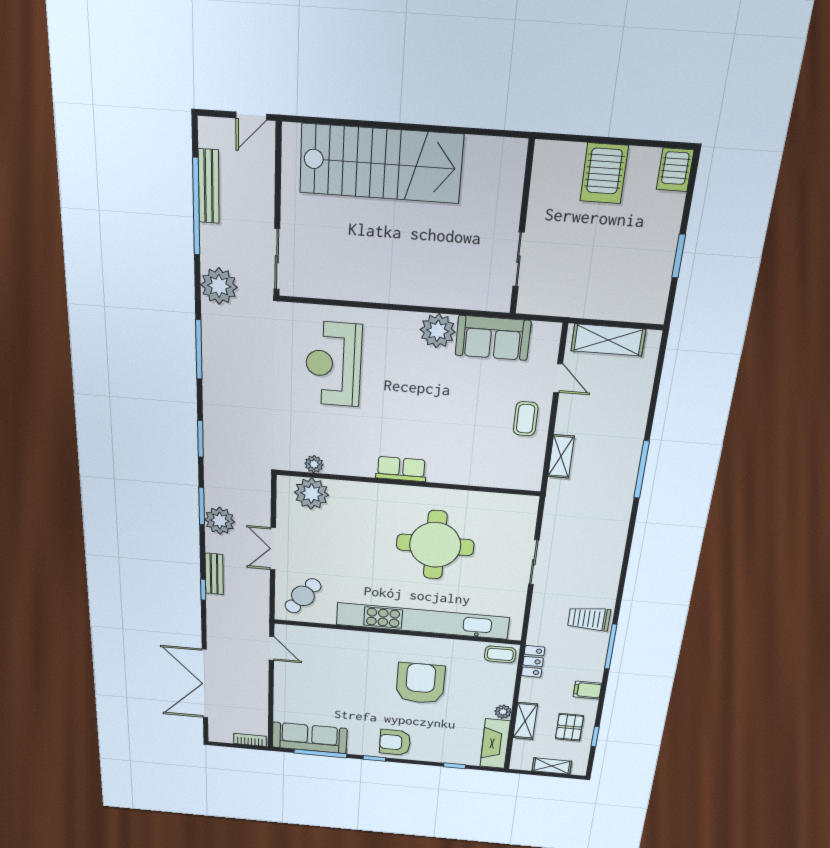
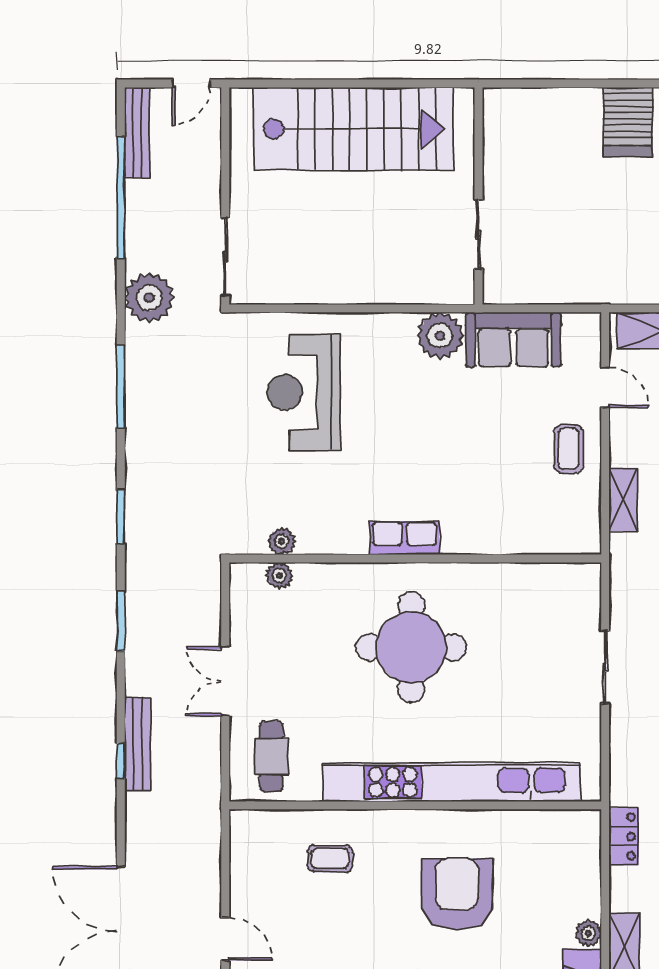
bench: (209, 186) -> (137, 133), moved
wall: (522, 229) -> (479, 196), moved
sliding door: (519, 259) -> (479, 234), moved
plant: (311, 494) -> (279, 576), width x0.53, depth x0.53
plant: (220, 521) -> (147, 643), removed
round table: (435, 545) -> (411, 647), moved
bench: (214, 574) -> (138, 744), width x1.36
cafe table: (303, 596) -> (271, 757), turned -37
door: (272, 648) -> (225, 939), moved
coffee table: (500, 654) -> (330, 859), moved

